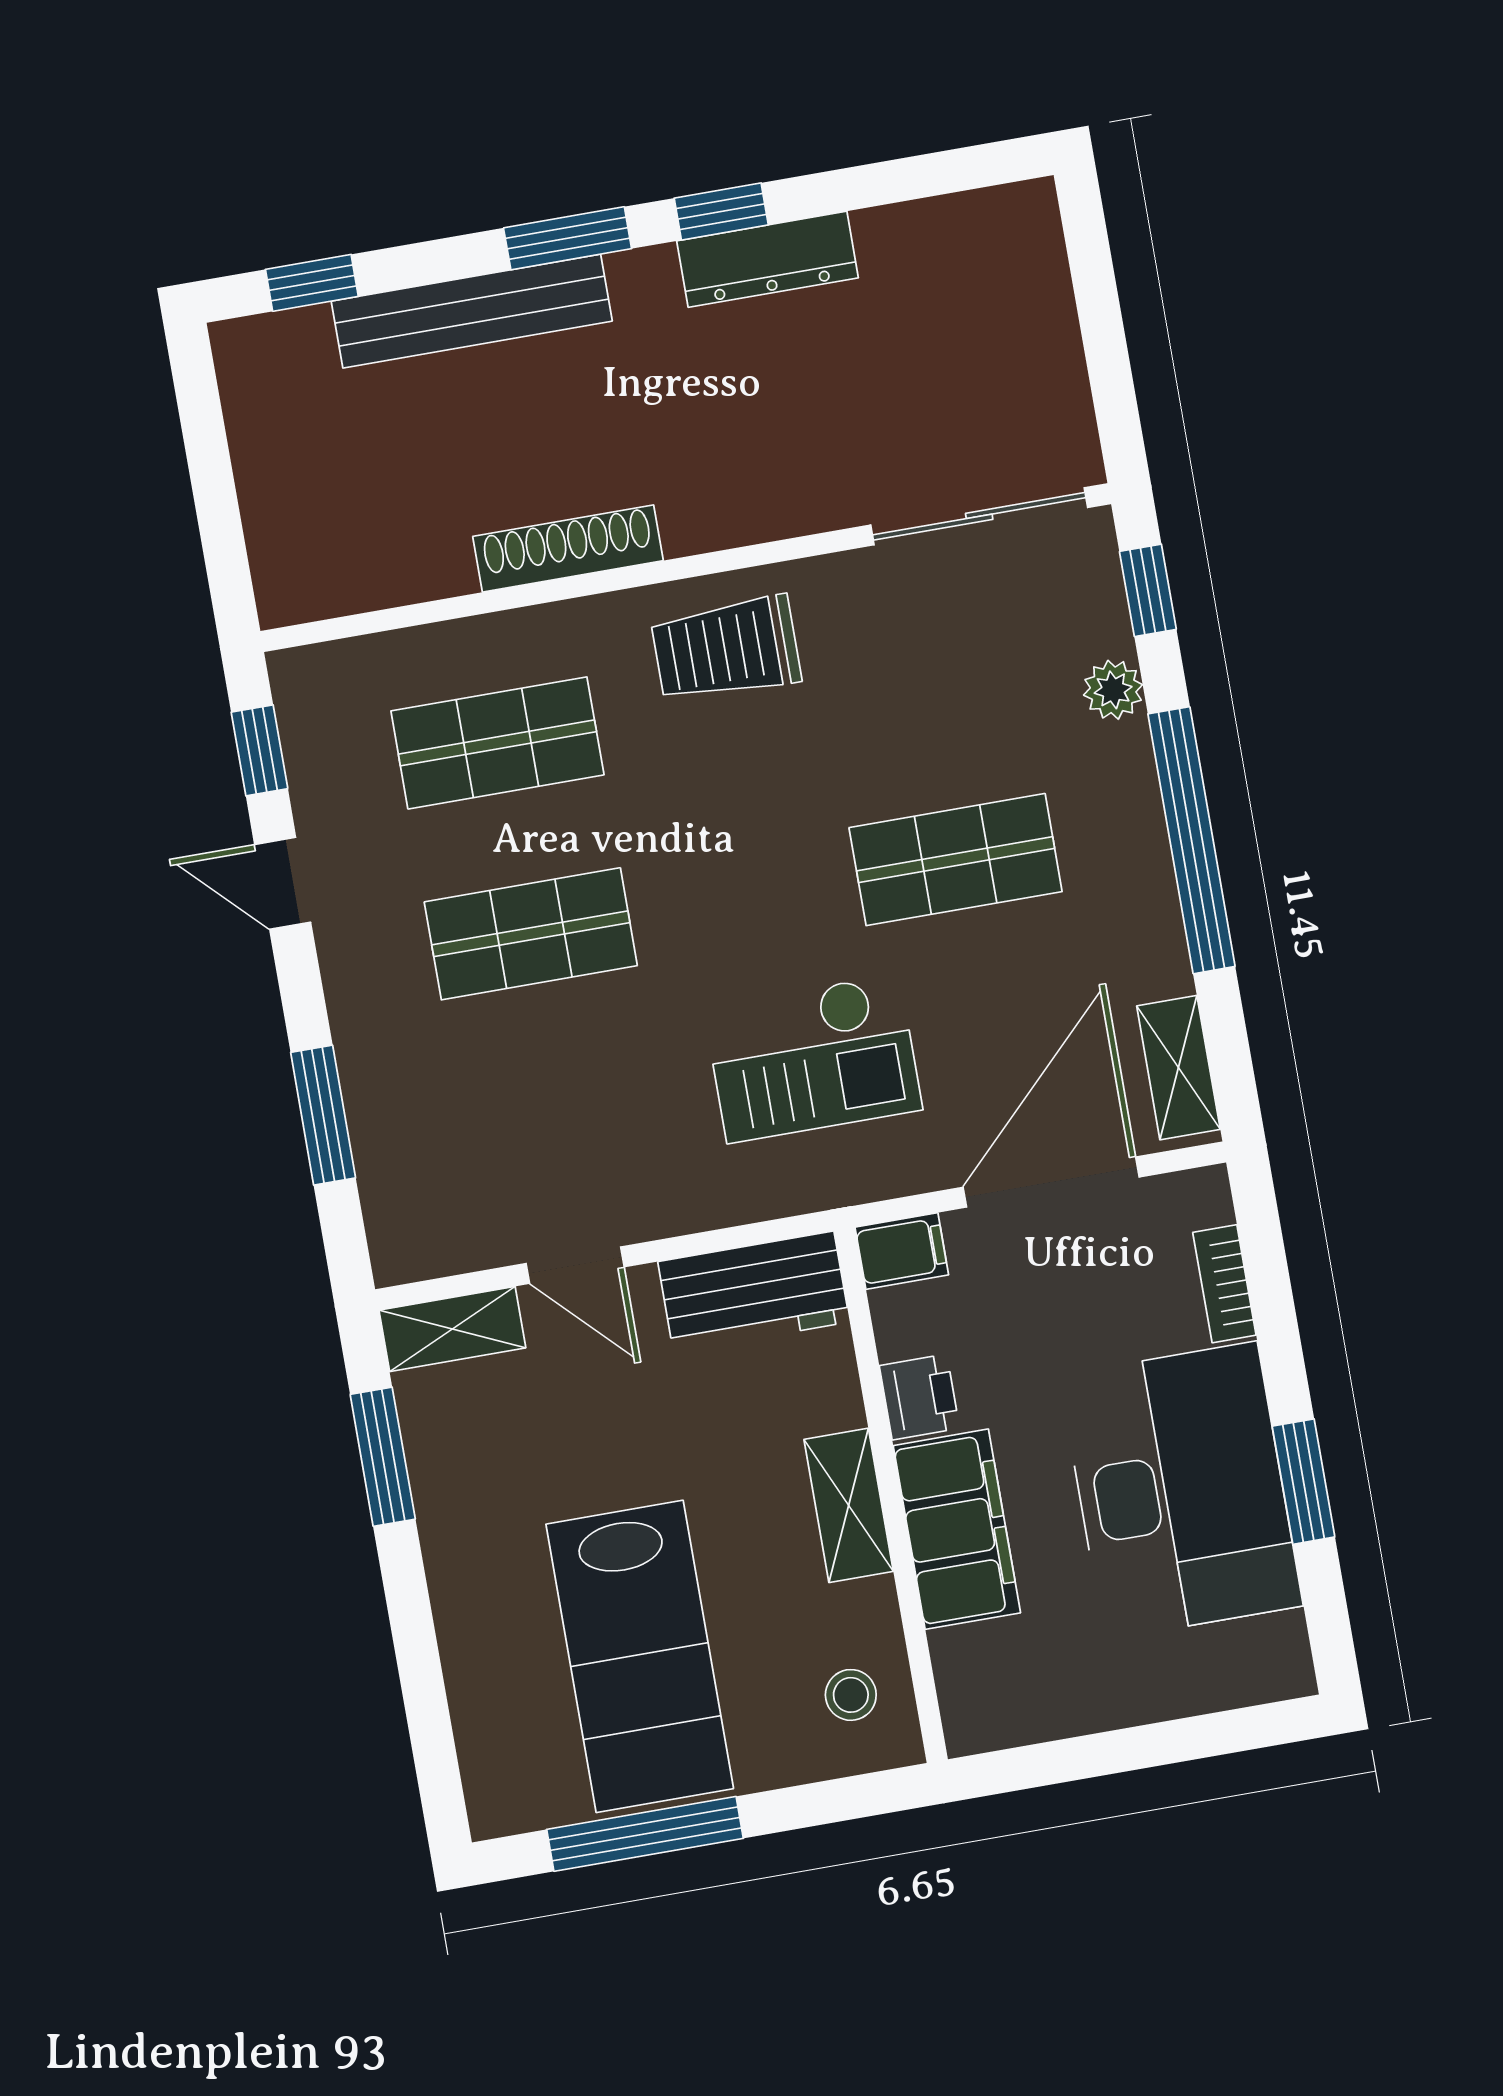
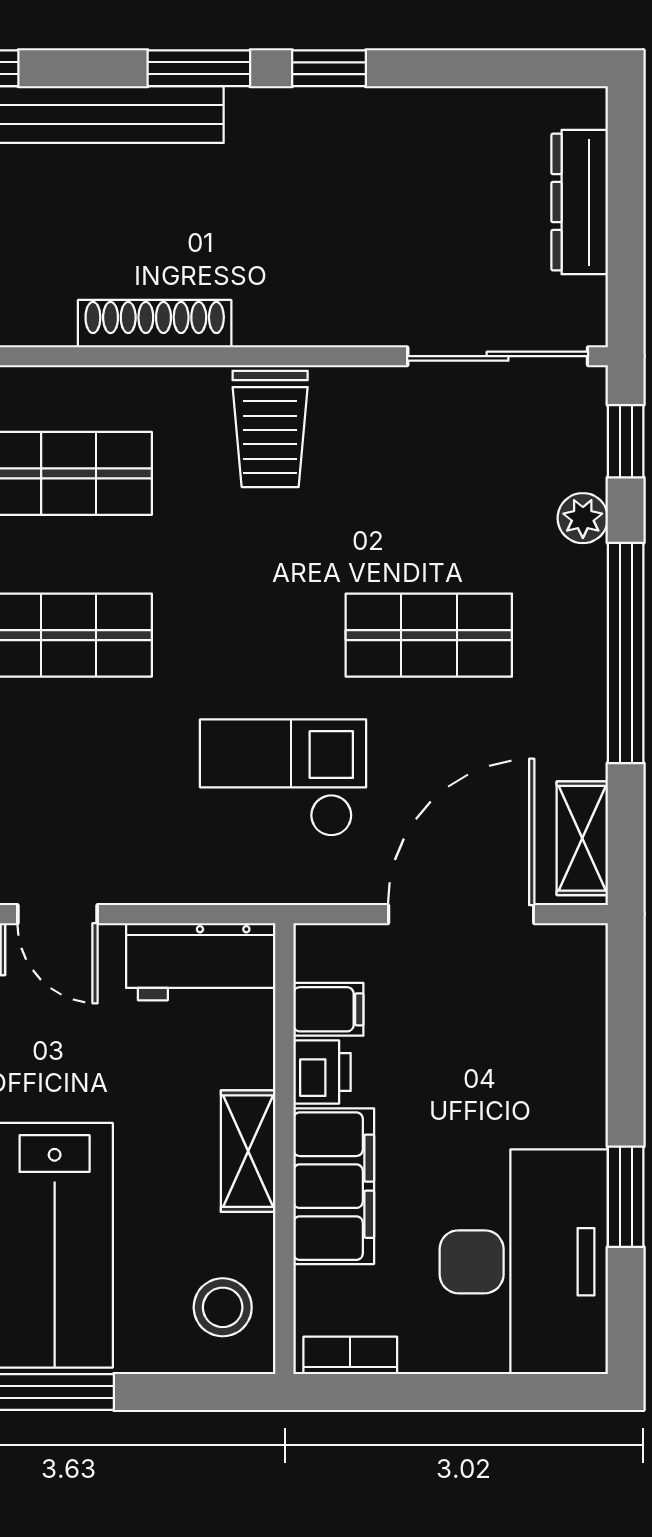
dresser: (767, 259) -> (580, 202), moved, turned 90
trolley: (726, 649) -> (270, 429), turned -90
checkout: (813, 1058) -> (283, 778), turned 180
filing cabinet: (902, 1251) -> (328, 1009), moved
bookcase: (1224, 1284) -> (350, 1355), moved, turned 90
desk: (1181, 1491) -> (524, 1262), moved
stool: (851, 1695) -> (223, 1307), width x1.37, depth x1.37

